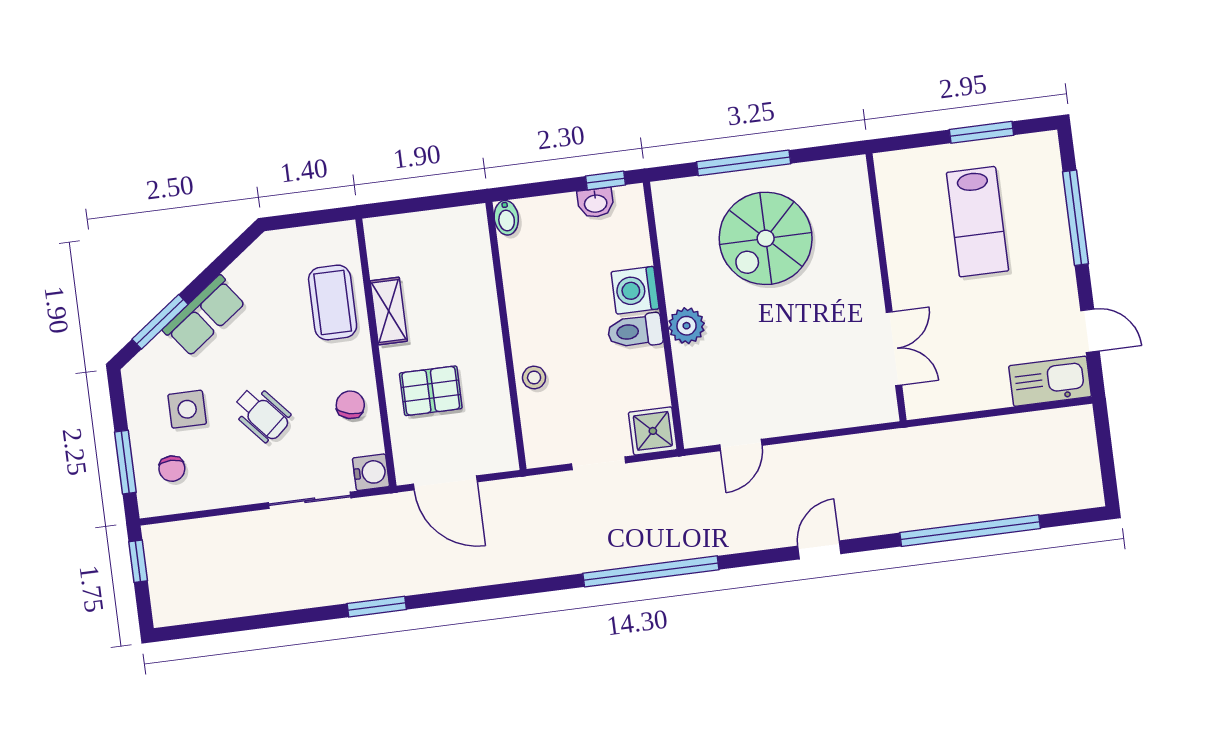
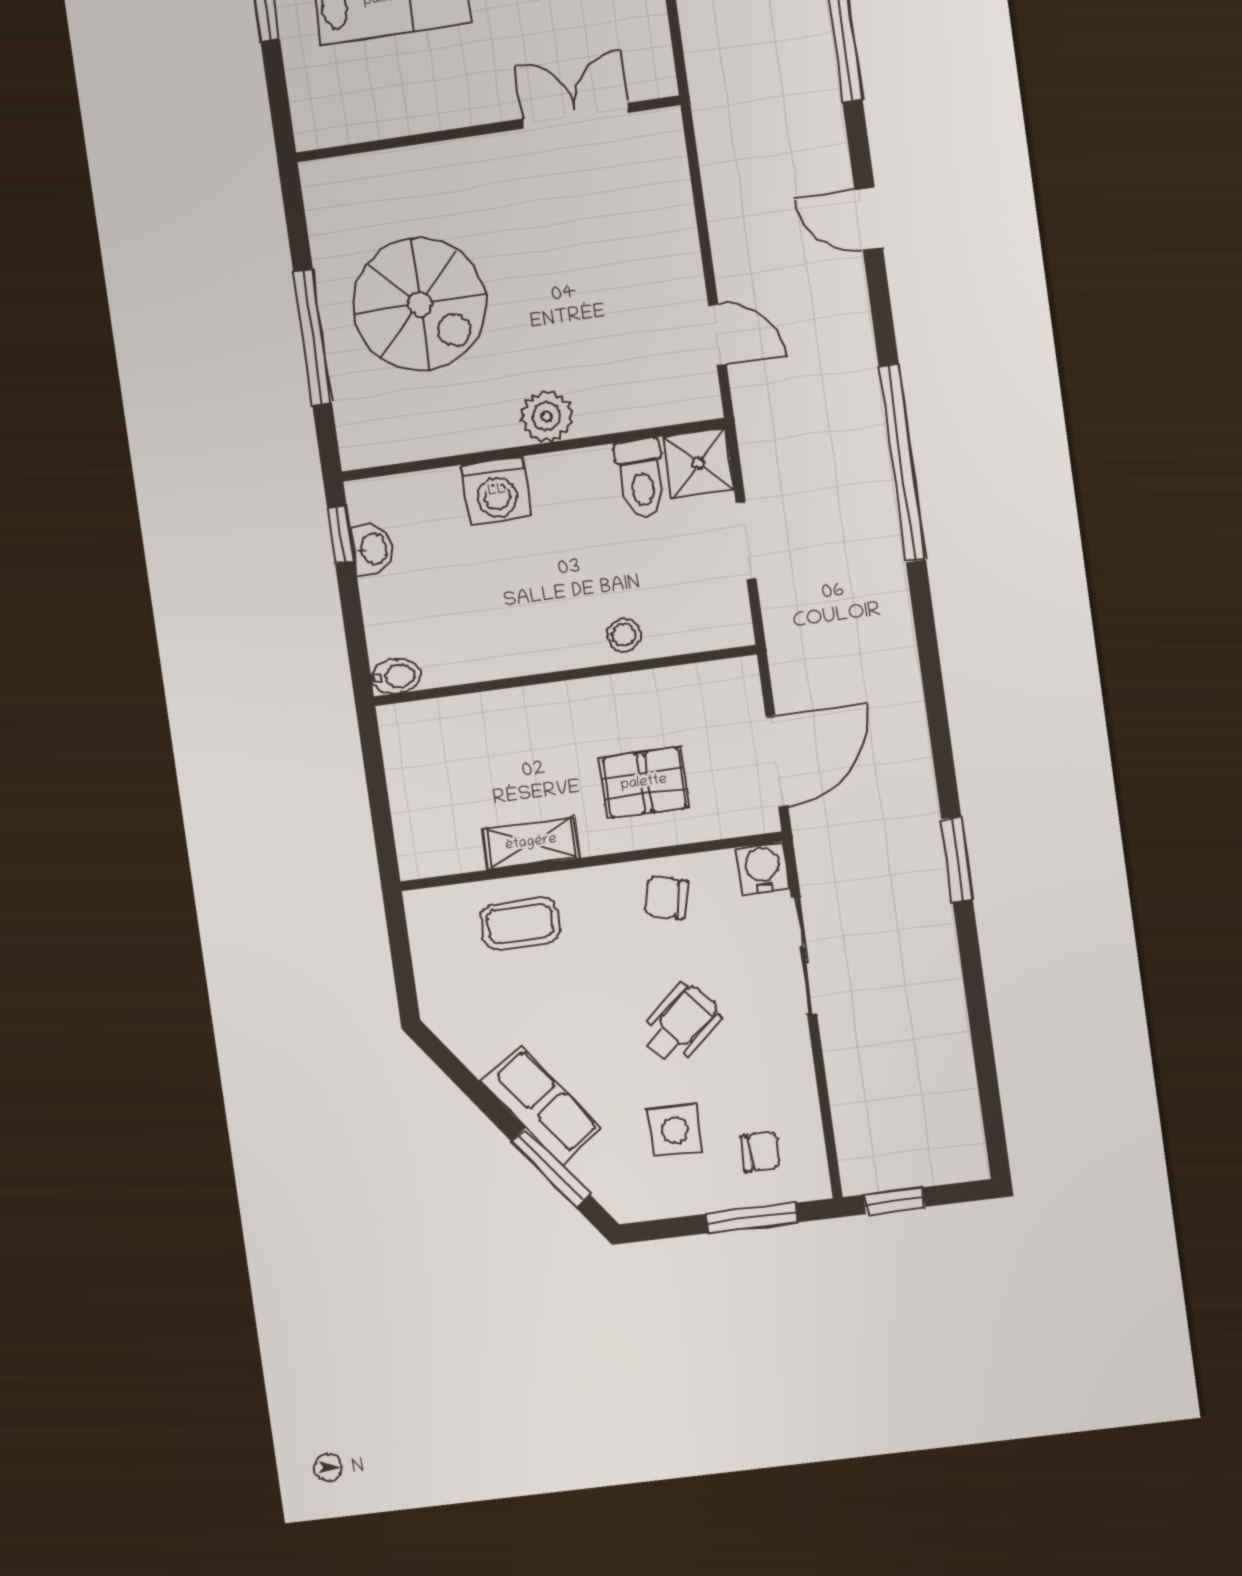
coffee table: (333, 302) -> (520, 923), width x0.73, depth x0.77
toilet: (635, 331) -> (641, 478), moved
pallet: (431, 391) -> (644, 783), turned 90

